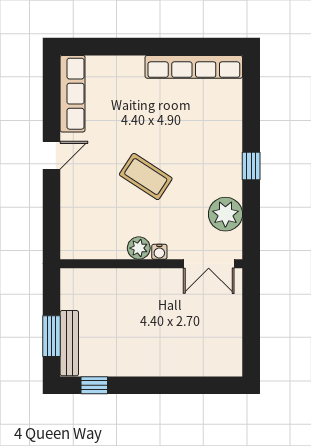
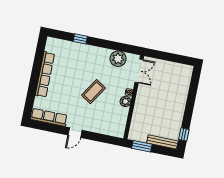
row of seats: (194, 67) -> (45, 75), moved
door: (51, 155) -> (75, 133), swing flipped
window: (251, 166) -> (80, 39), moved
window: (51, 336) -> (142, 146), moved

